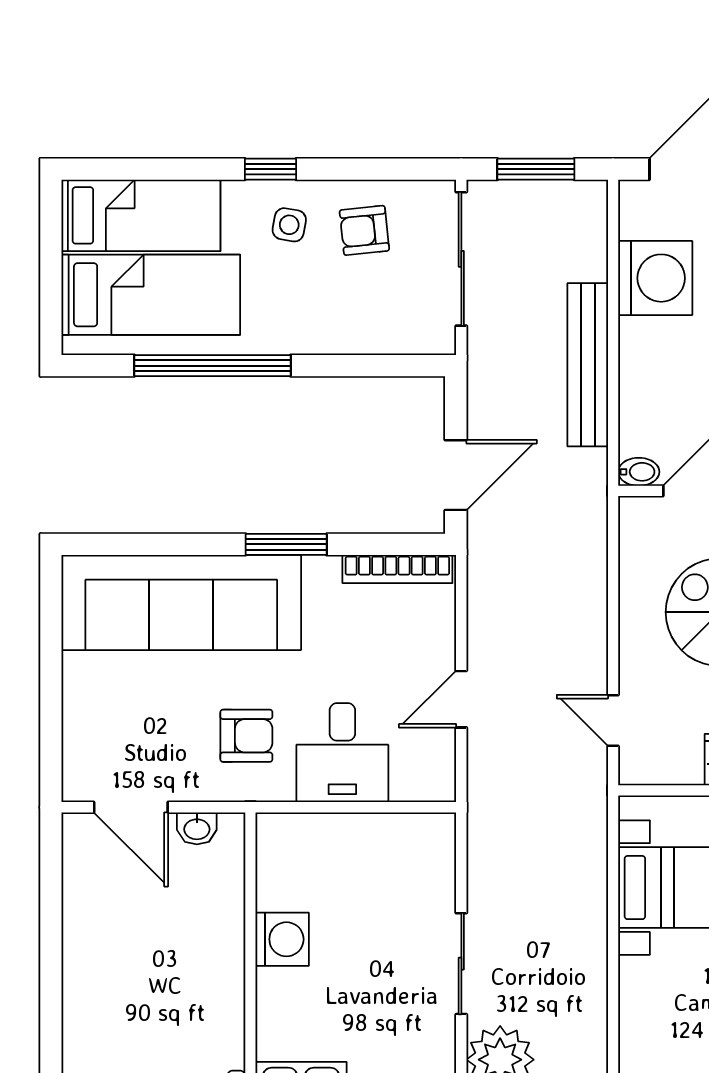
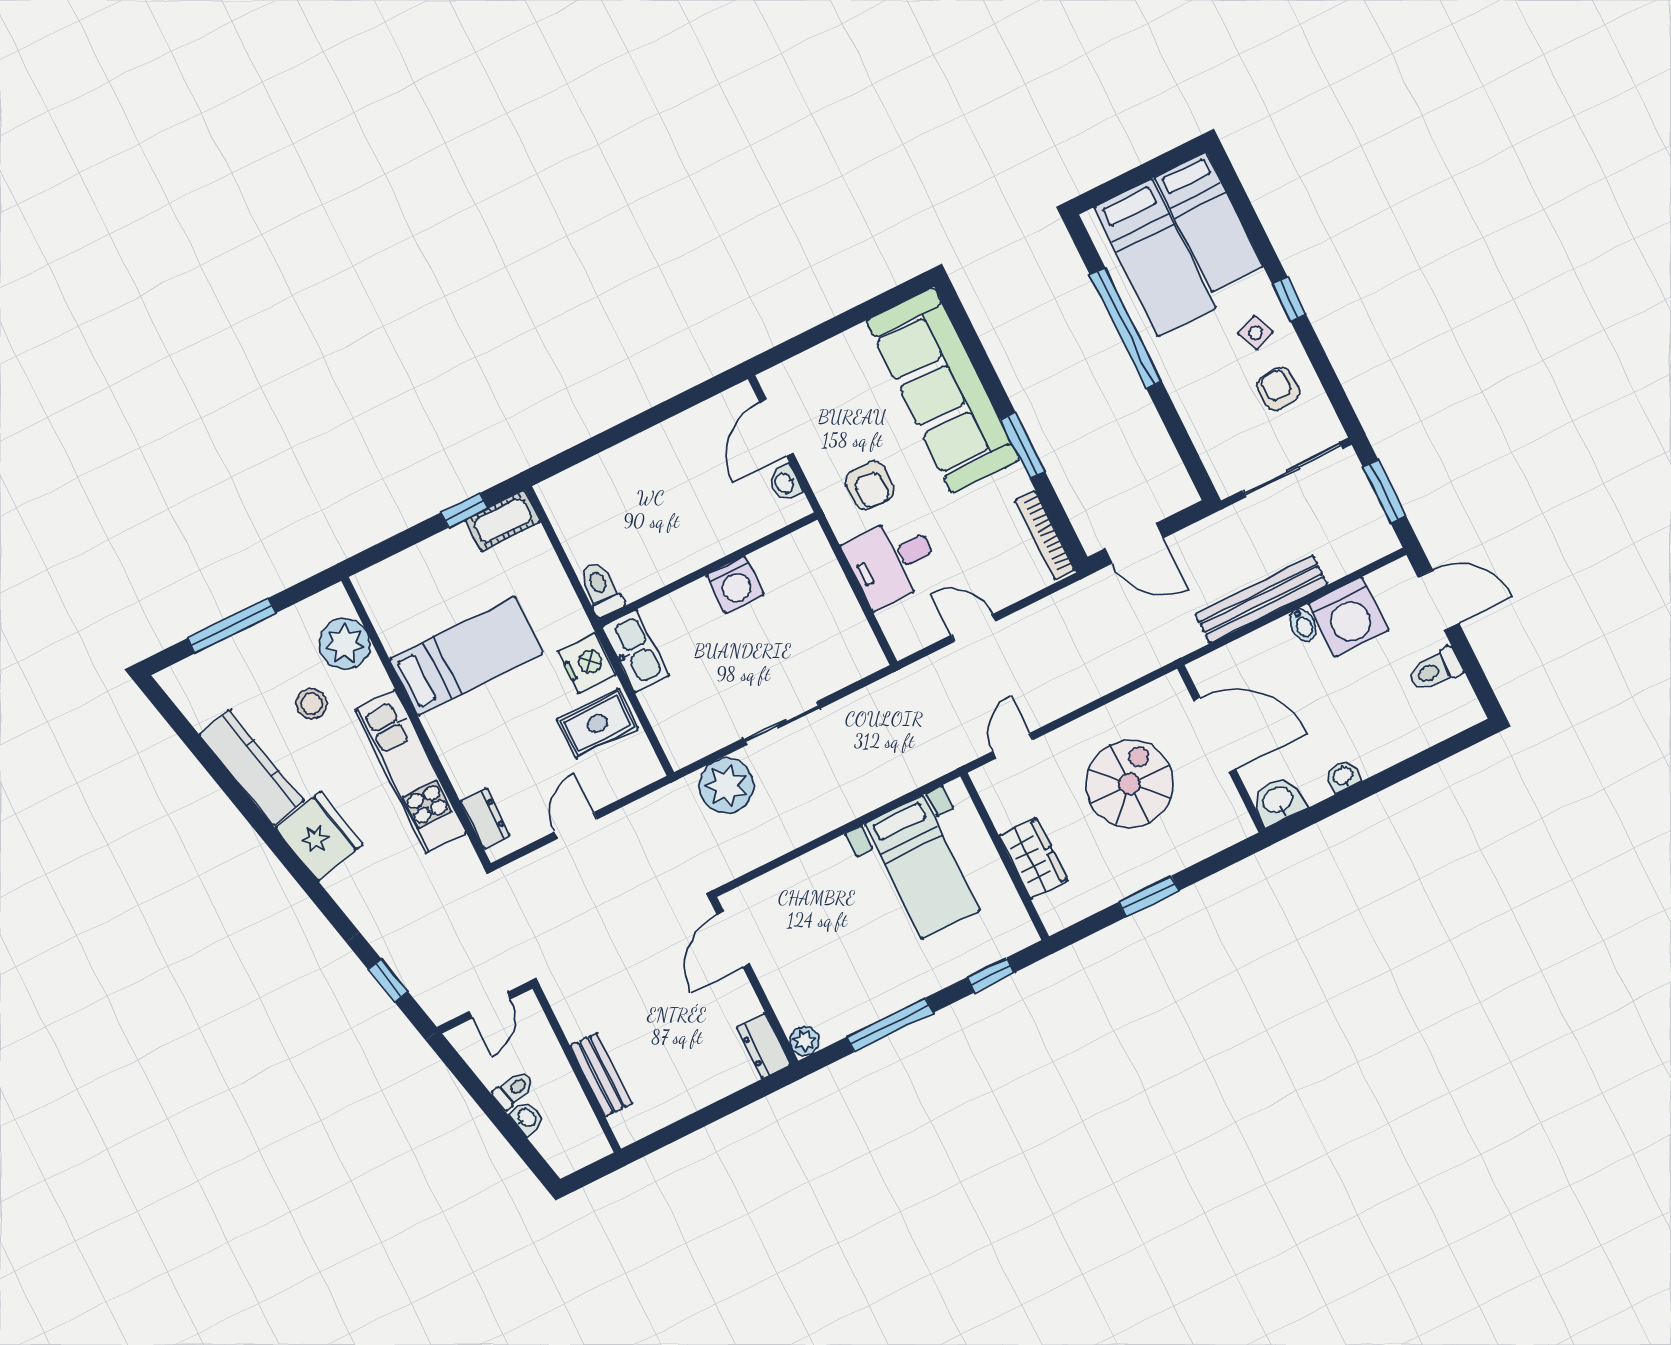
side table: (289, 225) -> (1255, 333), turned -33
bidet: (639, 472) -> (1303, 625), moved

